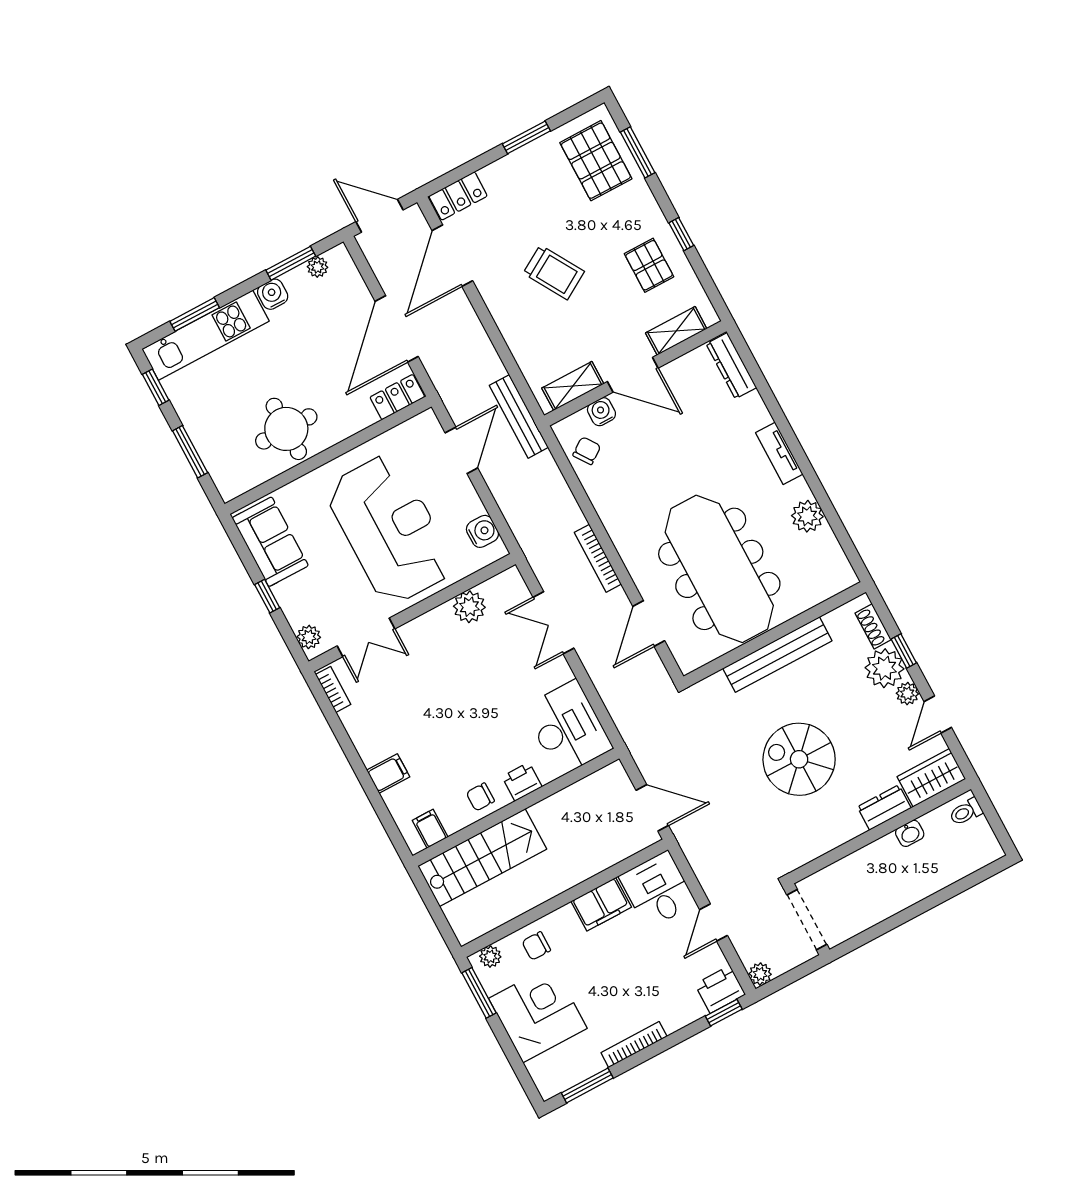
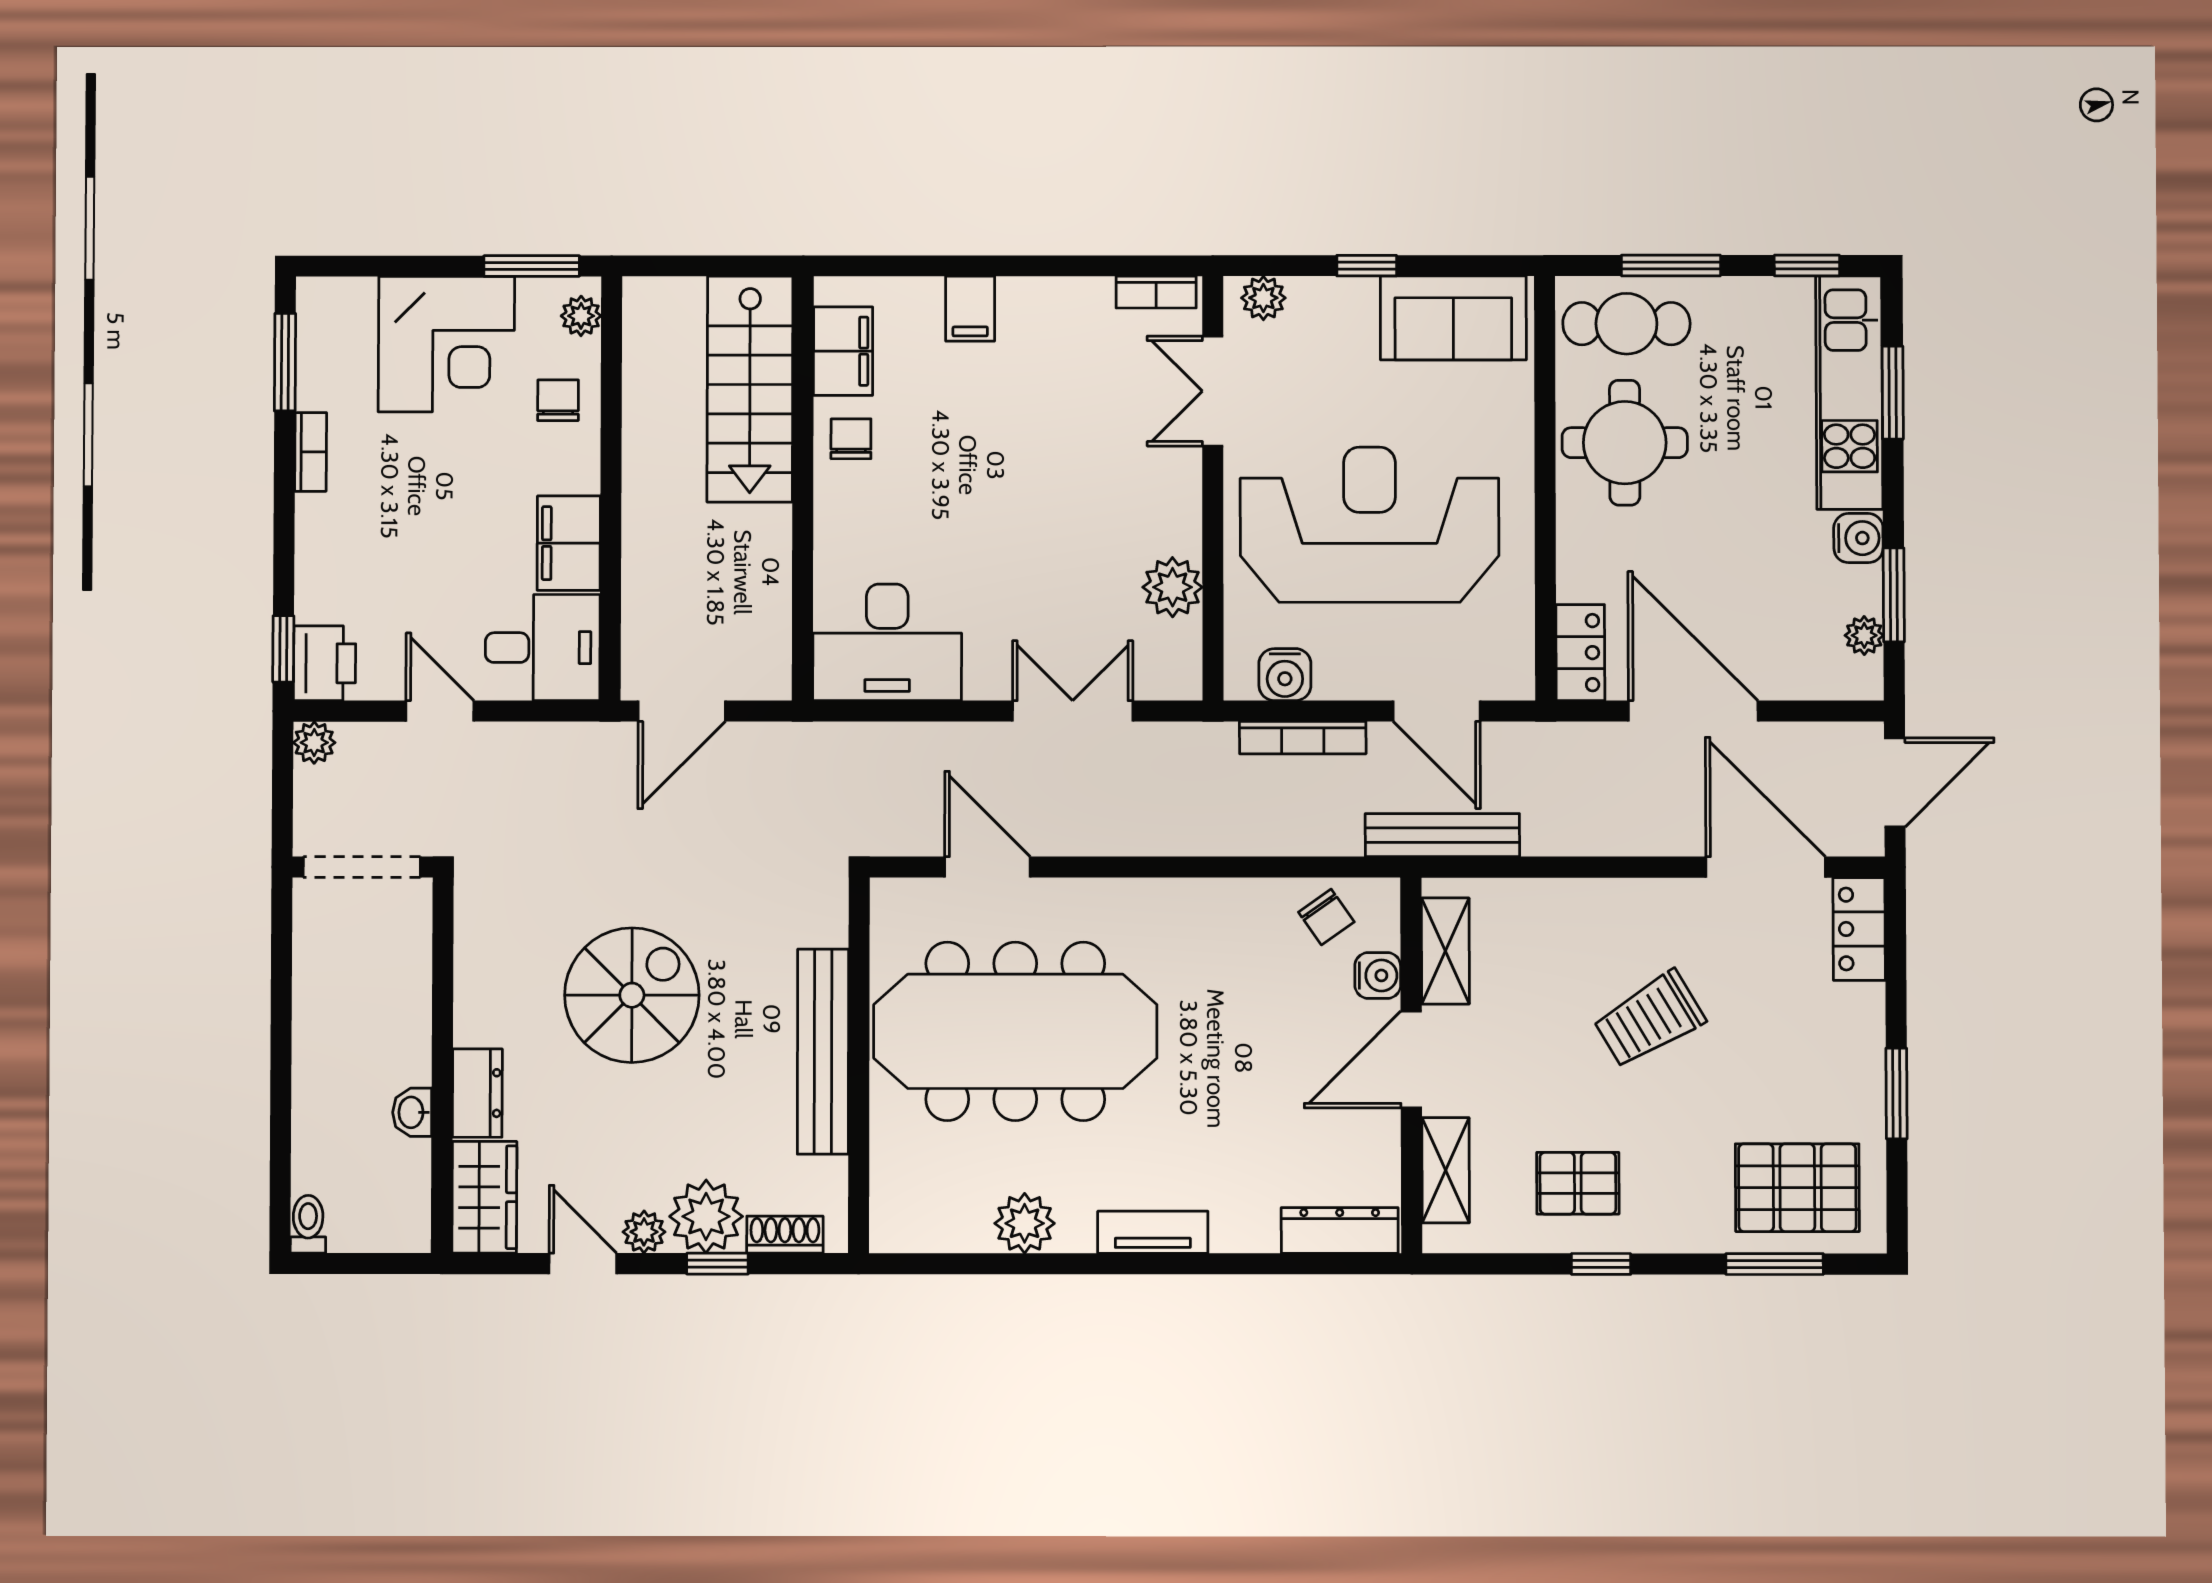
cafe table: (229, 458) -> (1626, 324), added
reception desk: (390, 529) -> (1370, 525), turned 180
bookcase: (598, 558) -> (1303, 738), moved, turned 180
printer: (522, 782) -> (839, 520), removed
toilet: (966, 812) -> (308, 1224), moved
filing cabinet: (430, 829) -> (843, 351), width x2.00
bookcase: (634, 1045) -> (311, 452), width x0.64

